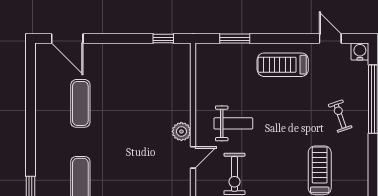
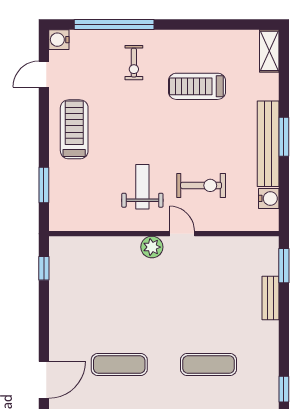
treadmill: (283, 65) -> (74, 129), turned 180
exercise bike: (340, 116) -> (134, 63), turned -71

